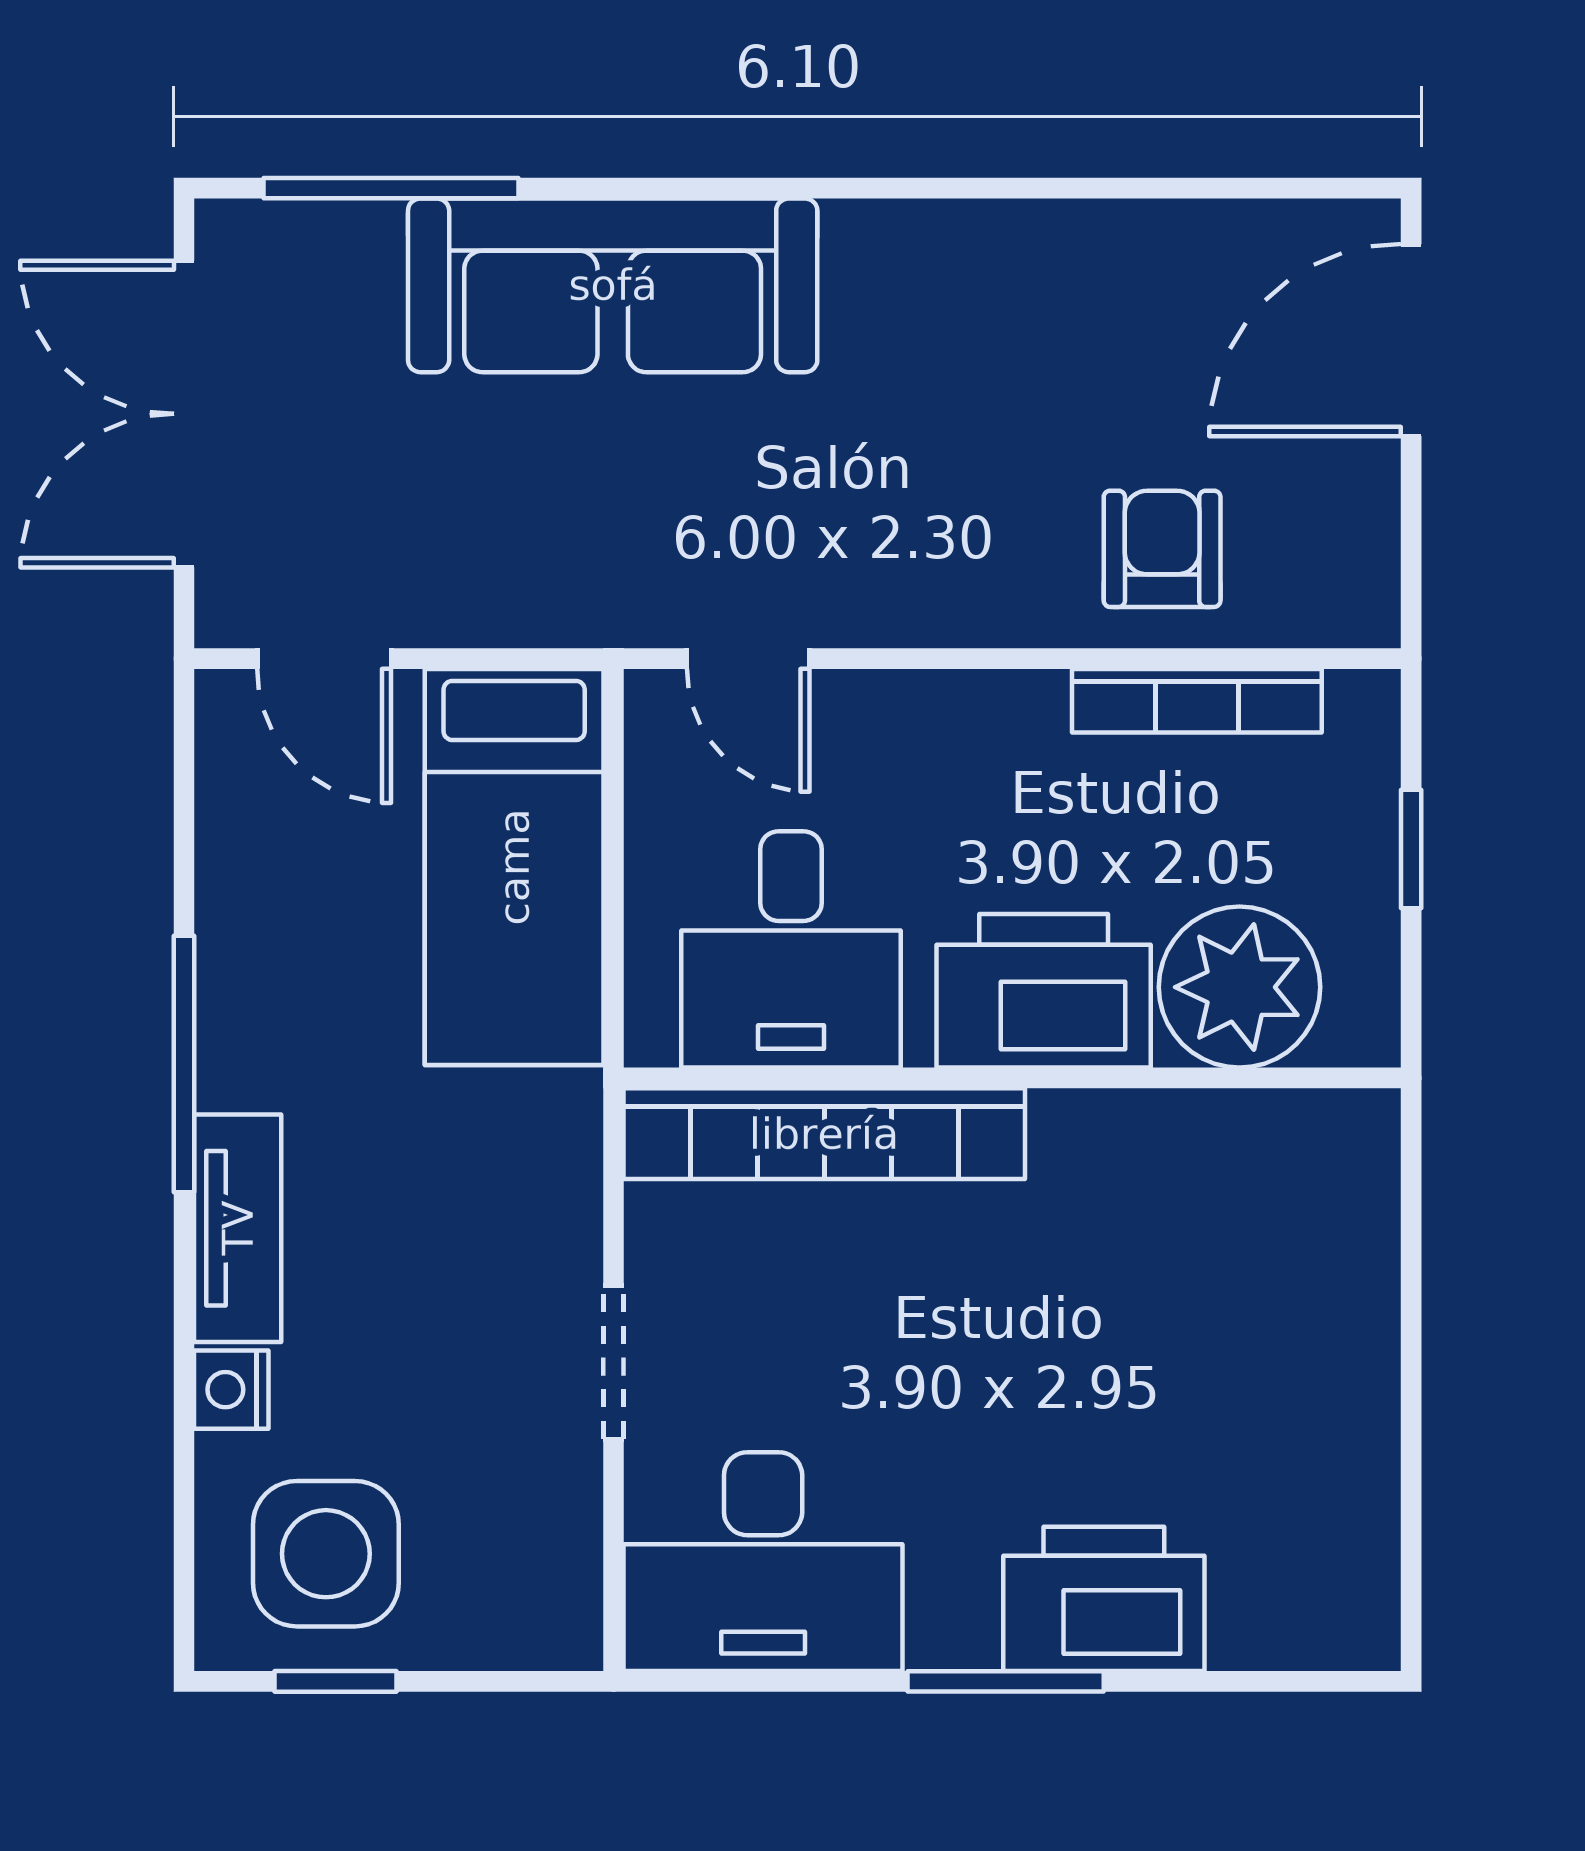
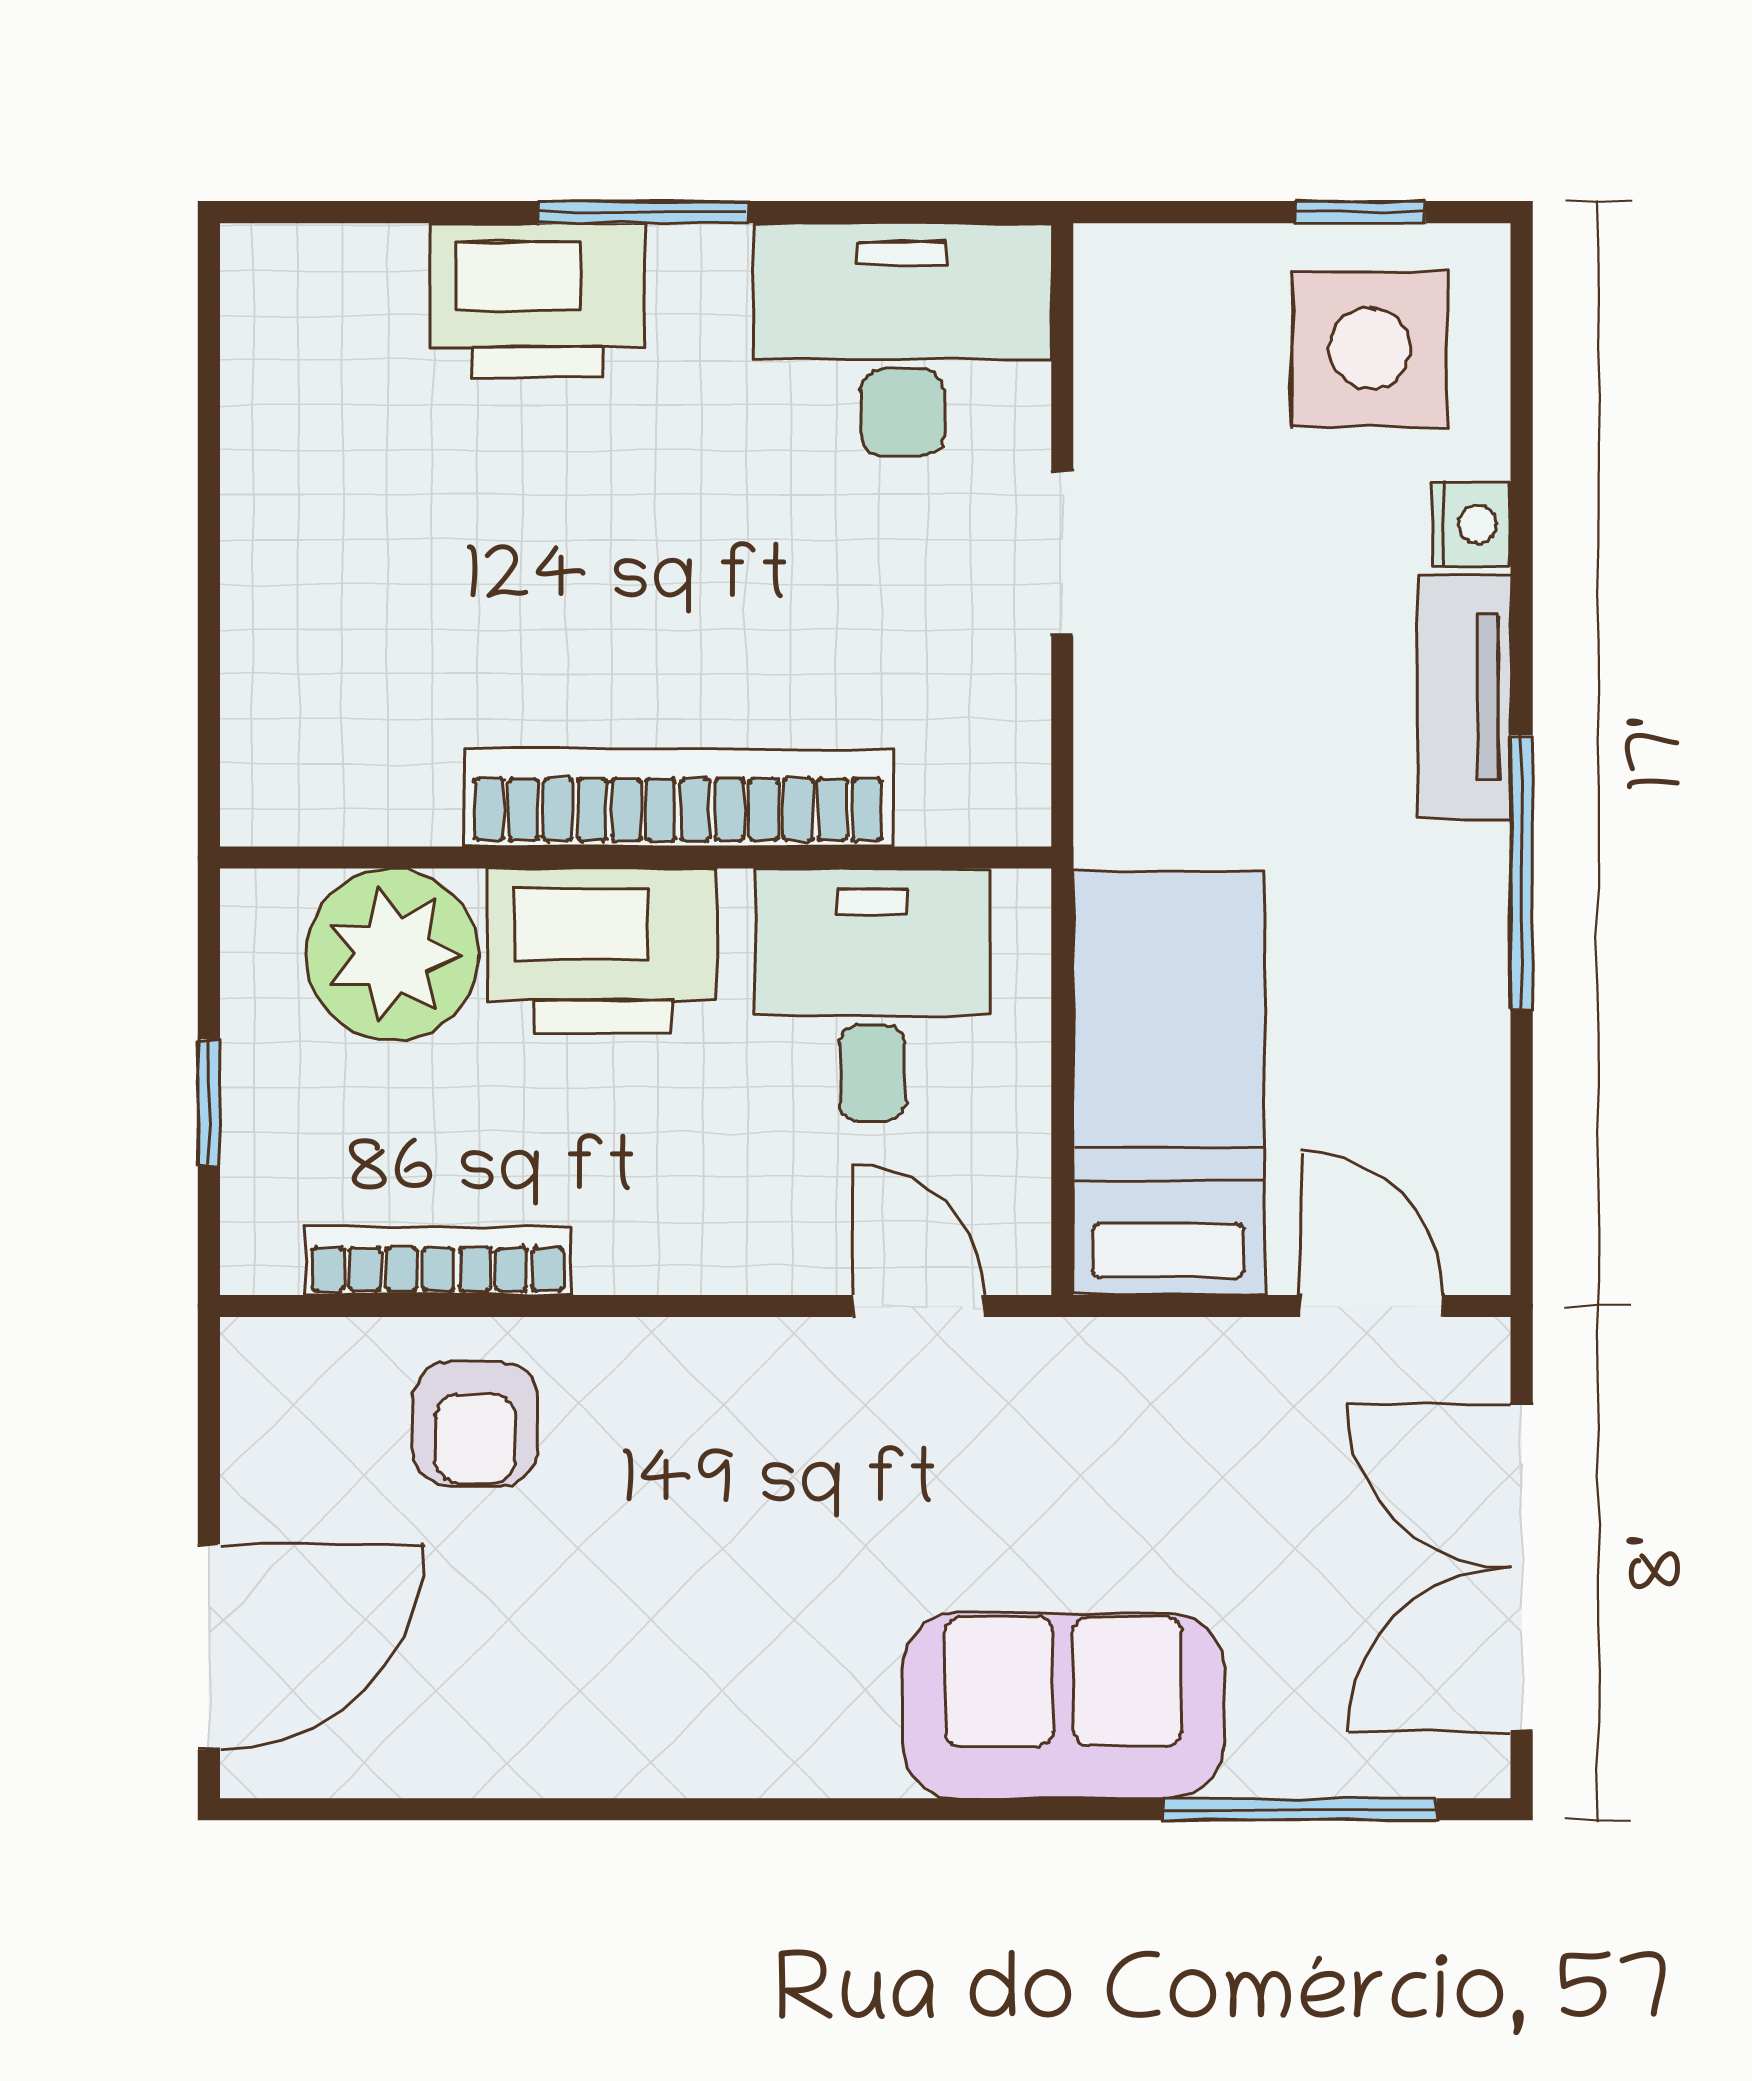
sofa: (613, 285) -> (1063, 1705), width x0.73
double door: (184, 414) -> (1522, 1568), swing flipped
bookcase: (824, 1134) -> (678, 798), moved

